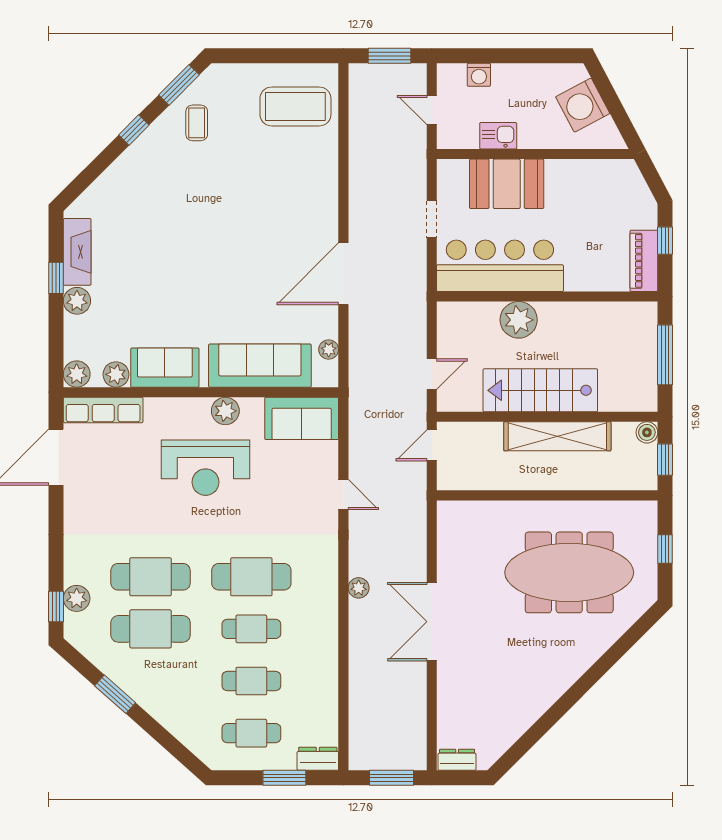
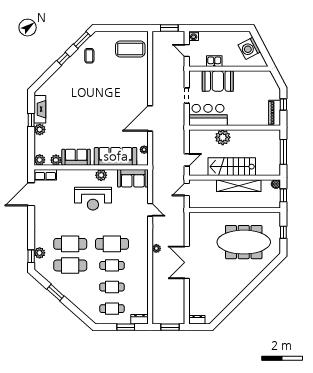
washing machine: (479, 75) -> (194, 36), moved
bar counter: (500, 266) -> (208, 115), width x0.73
row of seats: (103, 410) -> (45, 175), width x0.68

